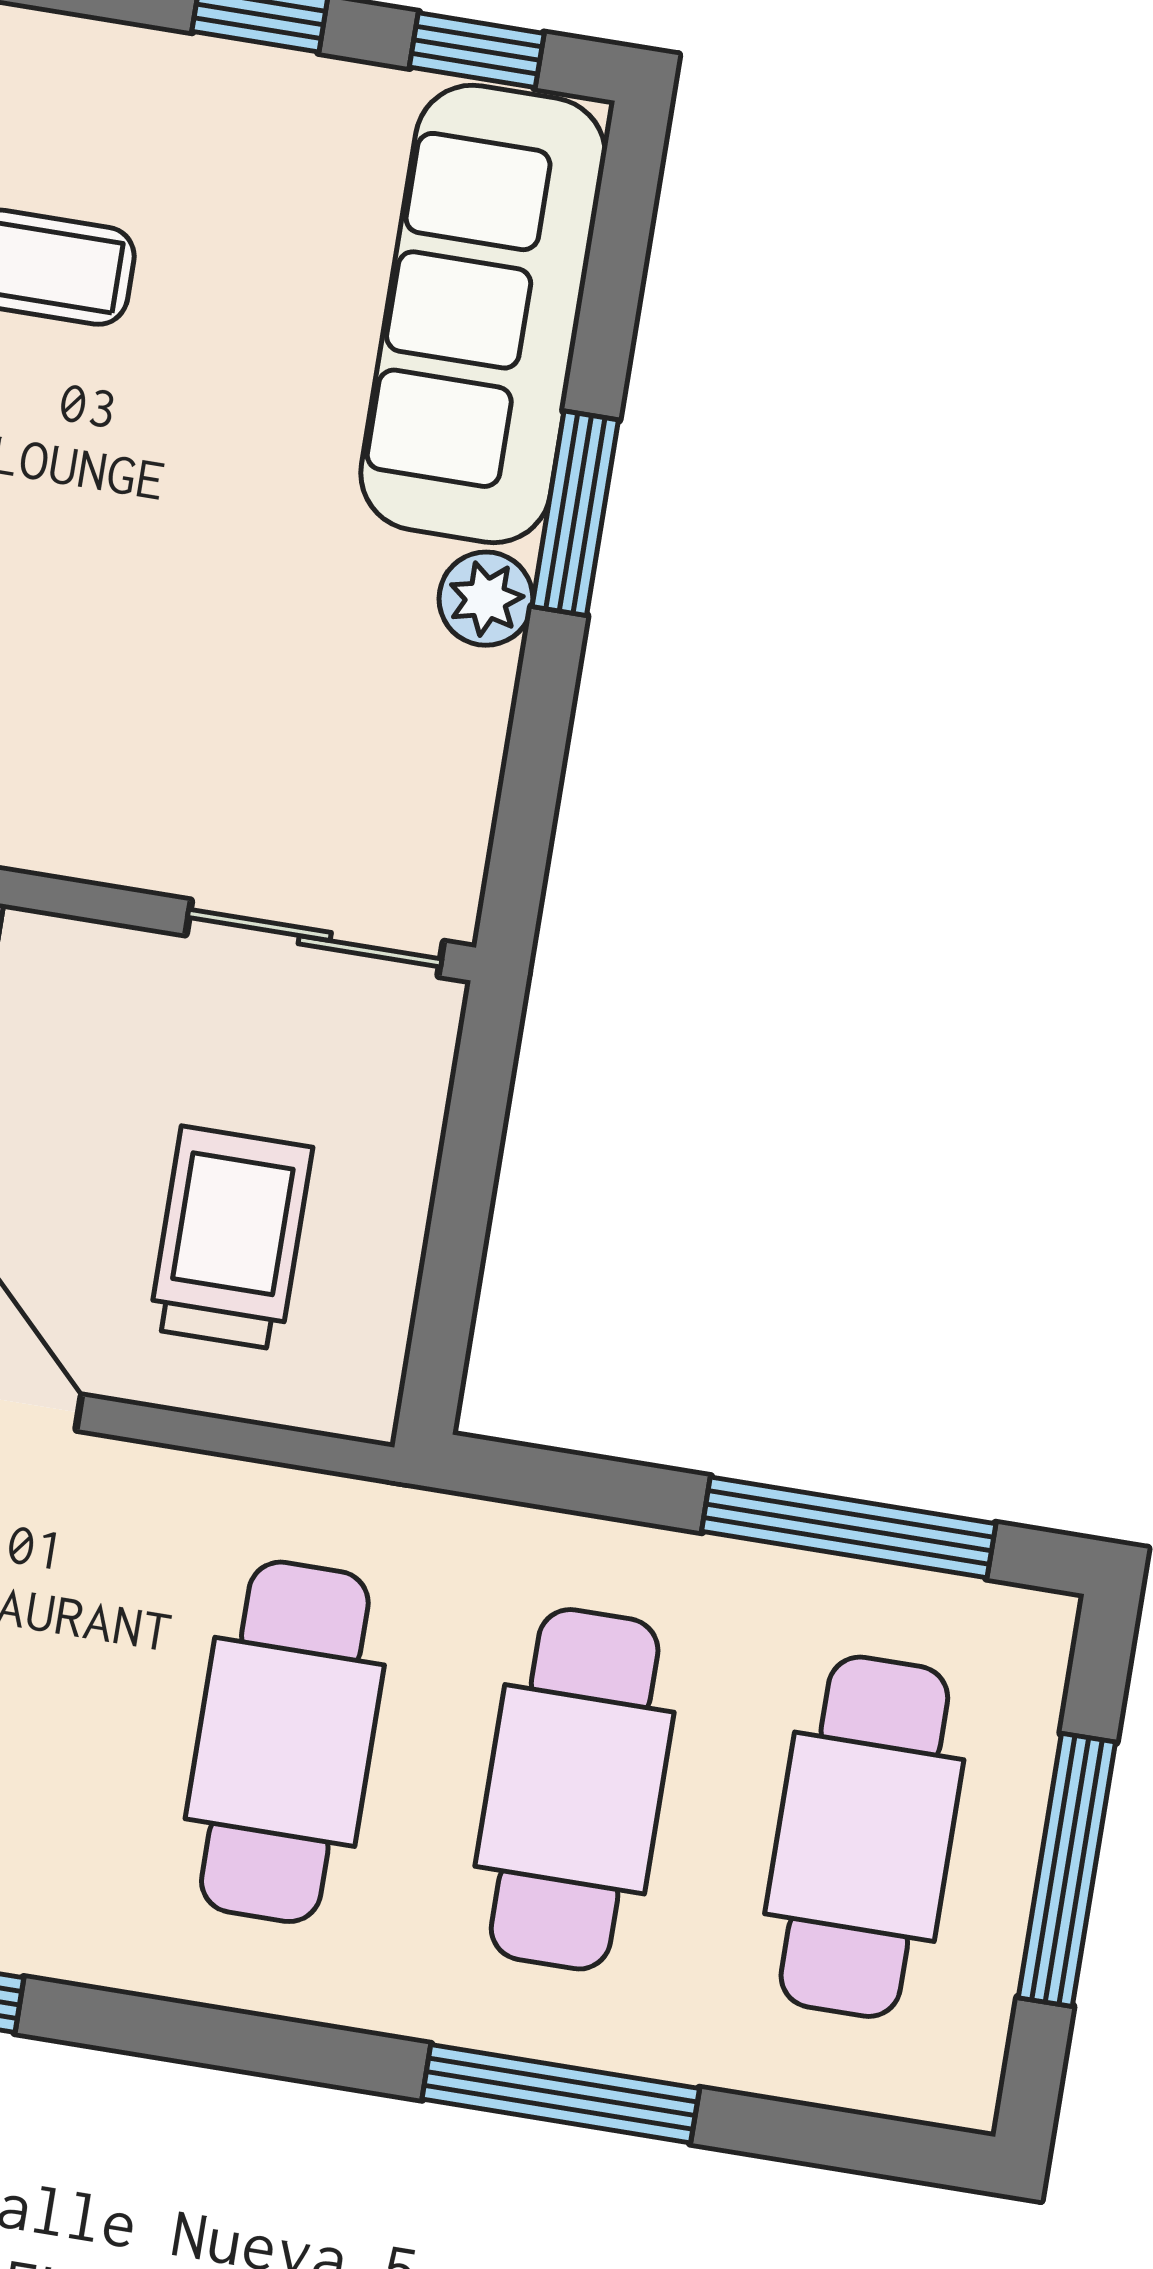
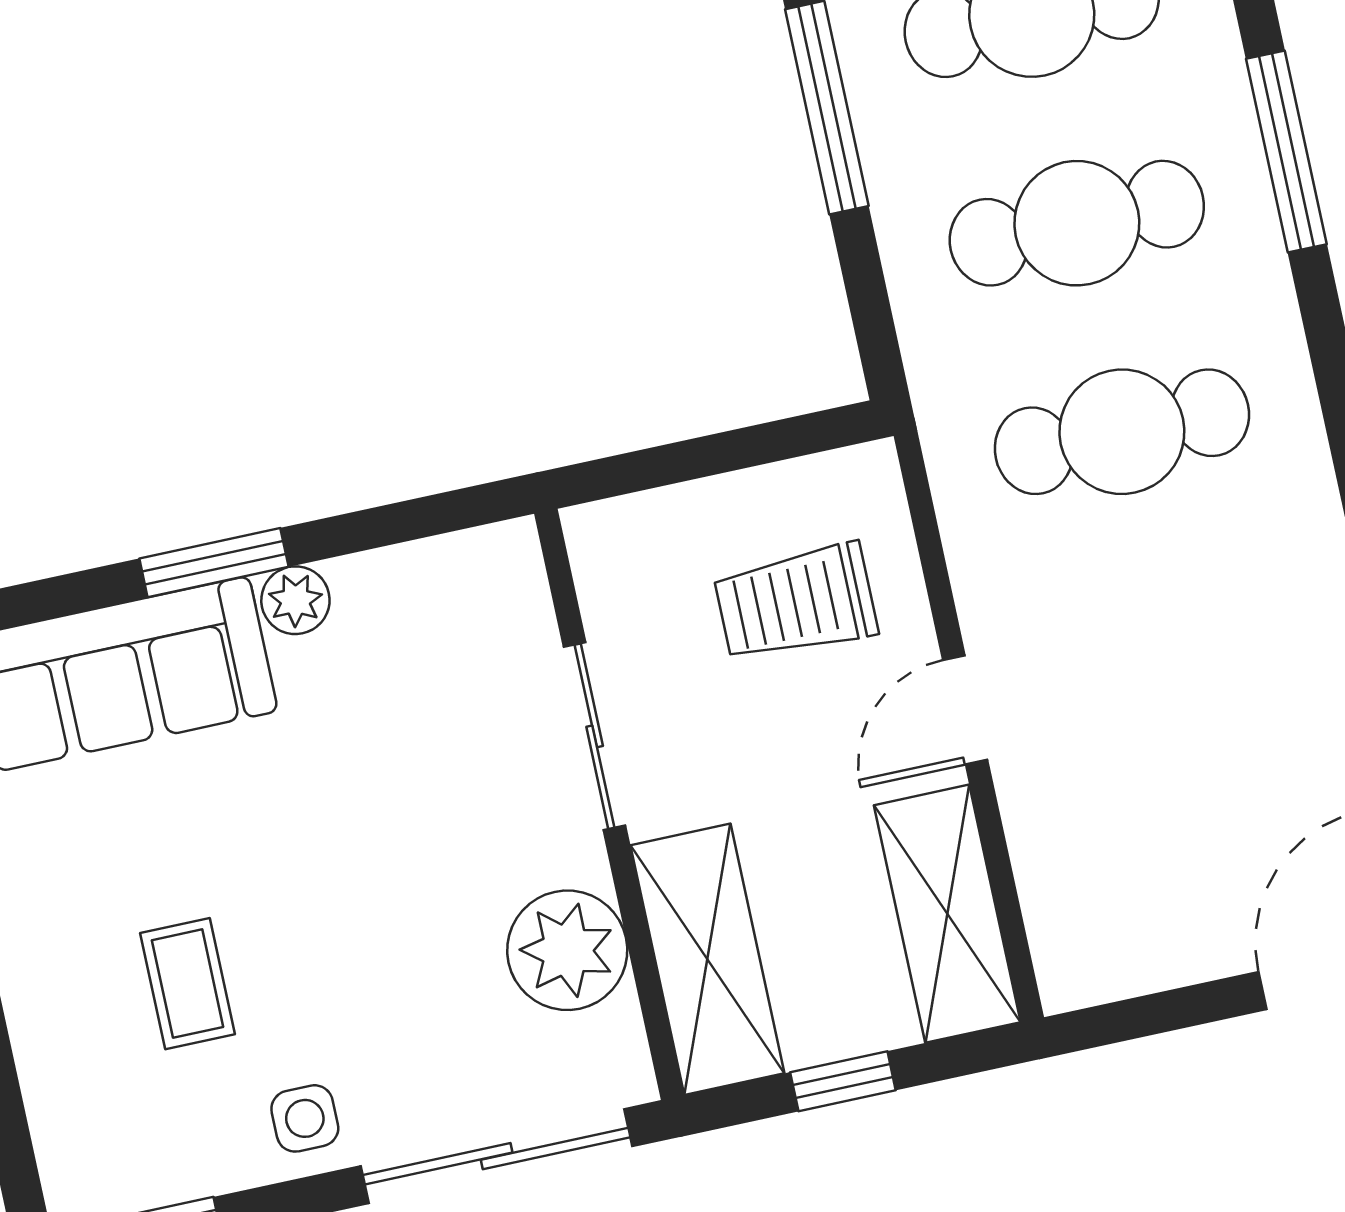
sliding door: (315, 938) -> (595, 736), moved

